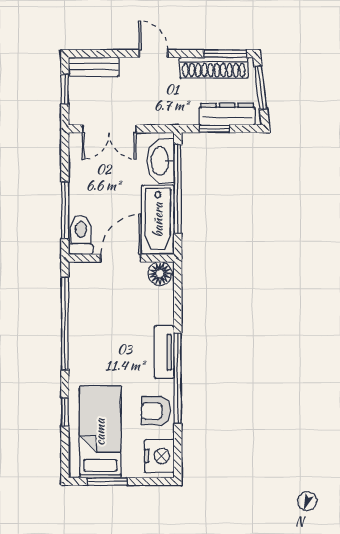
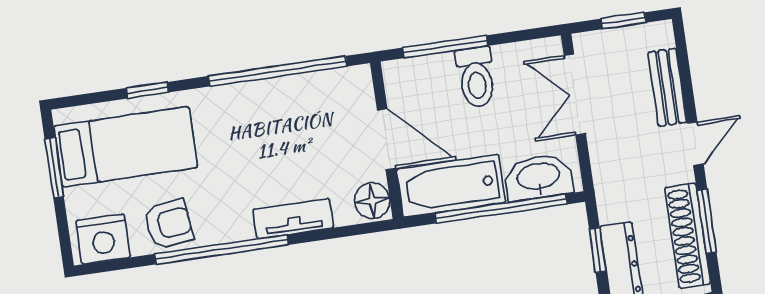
window: (225, 54) -> (707, 221), moved
bench: (94, 67) -> (667, 87), moved
toilet: (81, 235) -> (476, 77), moved, turned 90
tv unit: (164, 352) -> (293, 219), moved
armchair: (156, 411) -> (169, 224), turned 83

